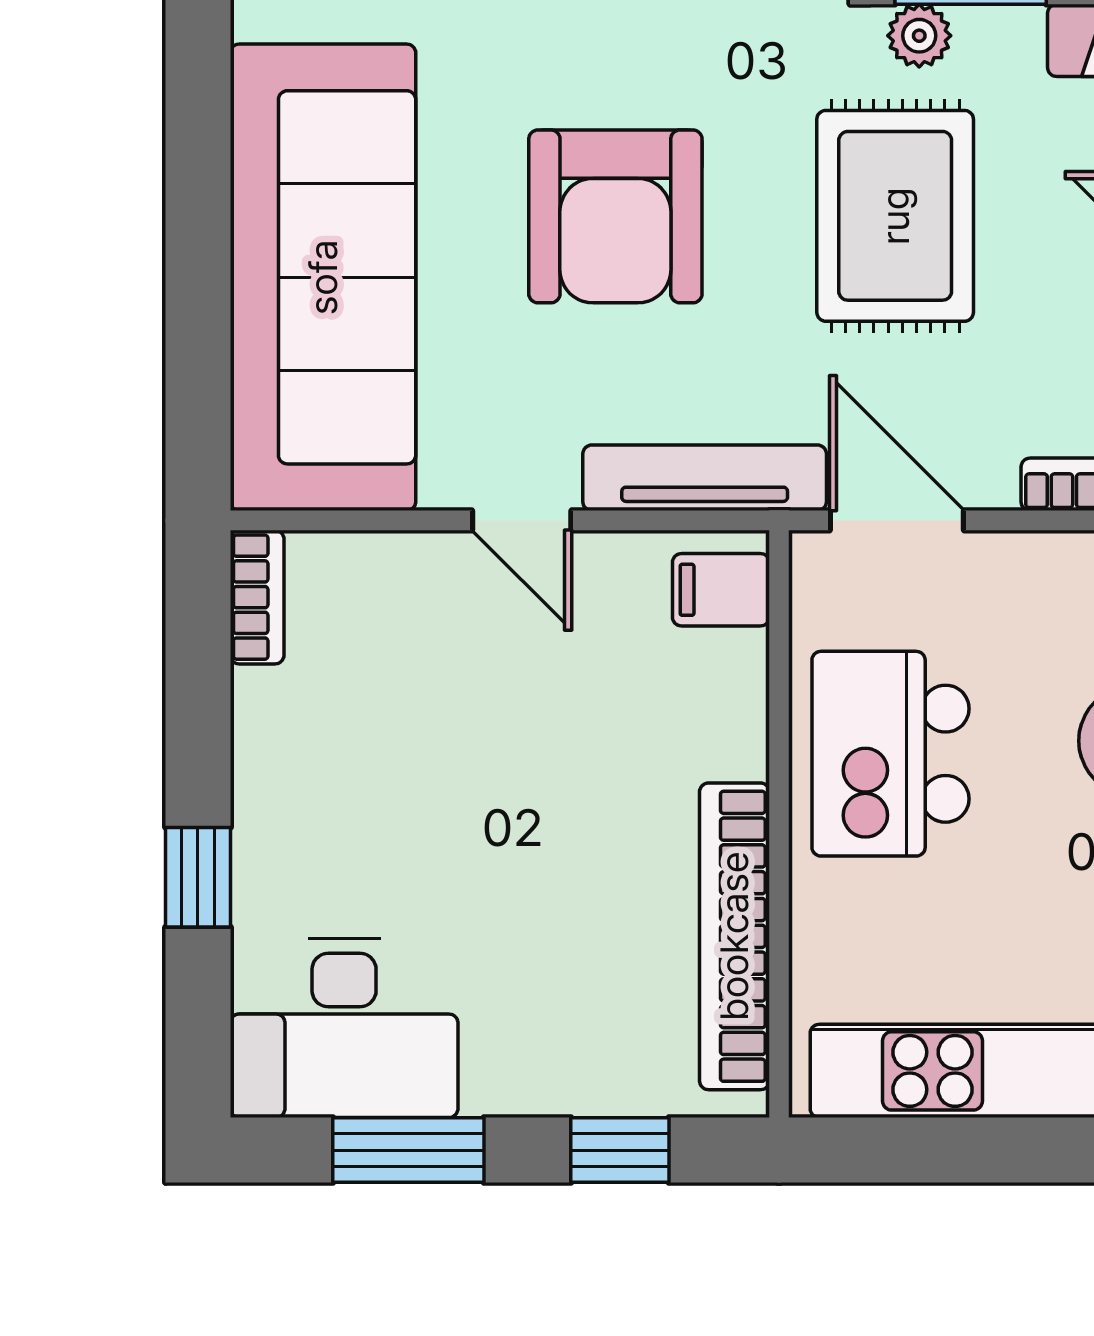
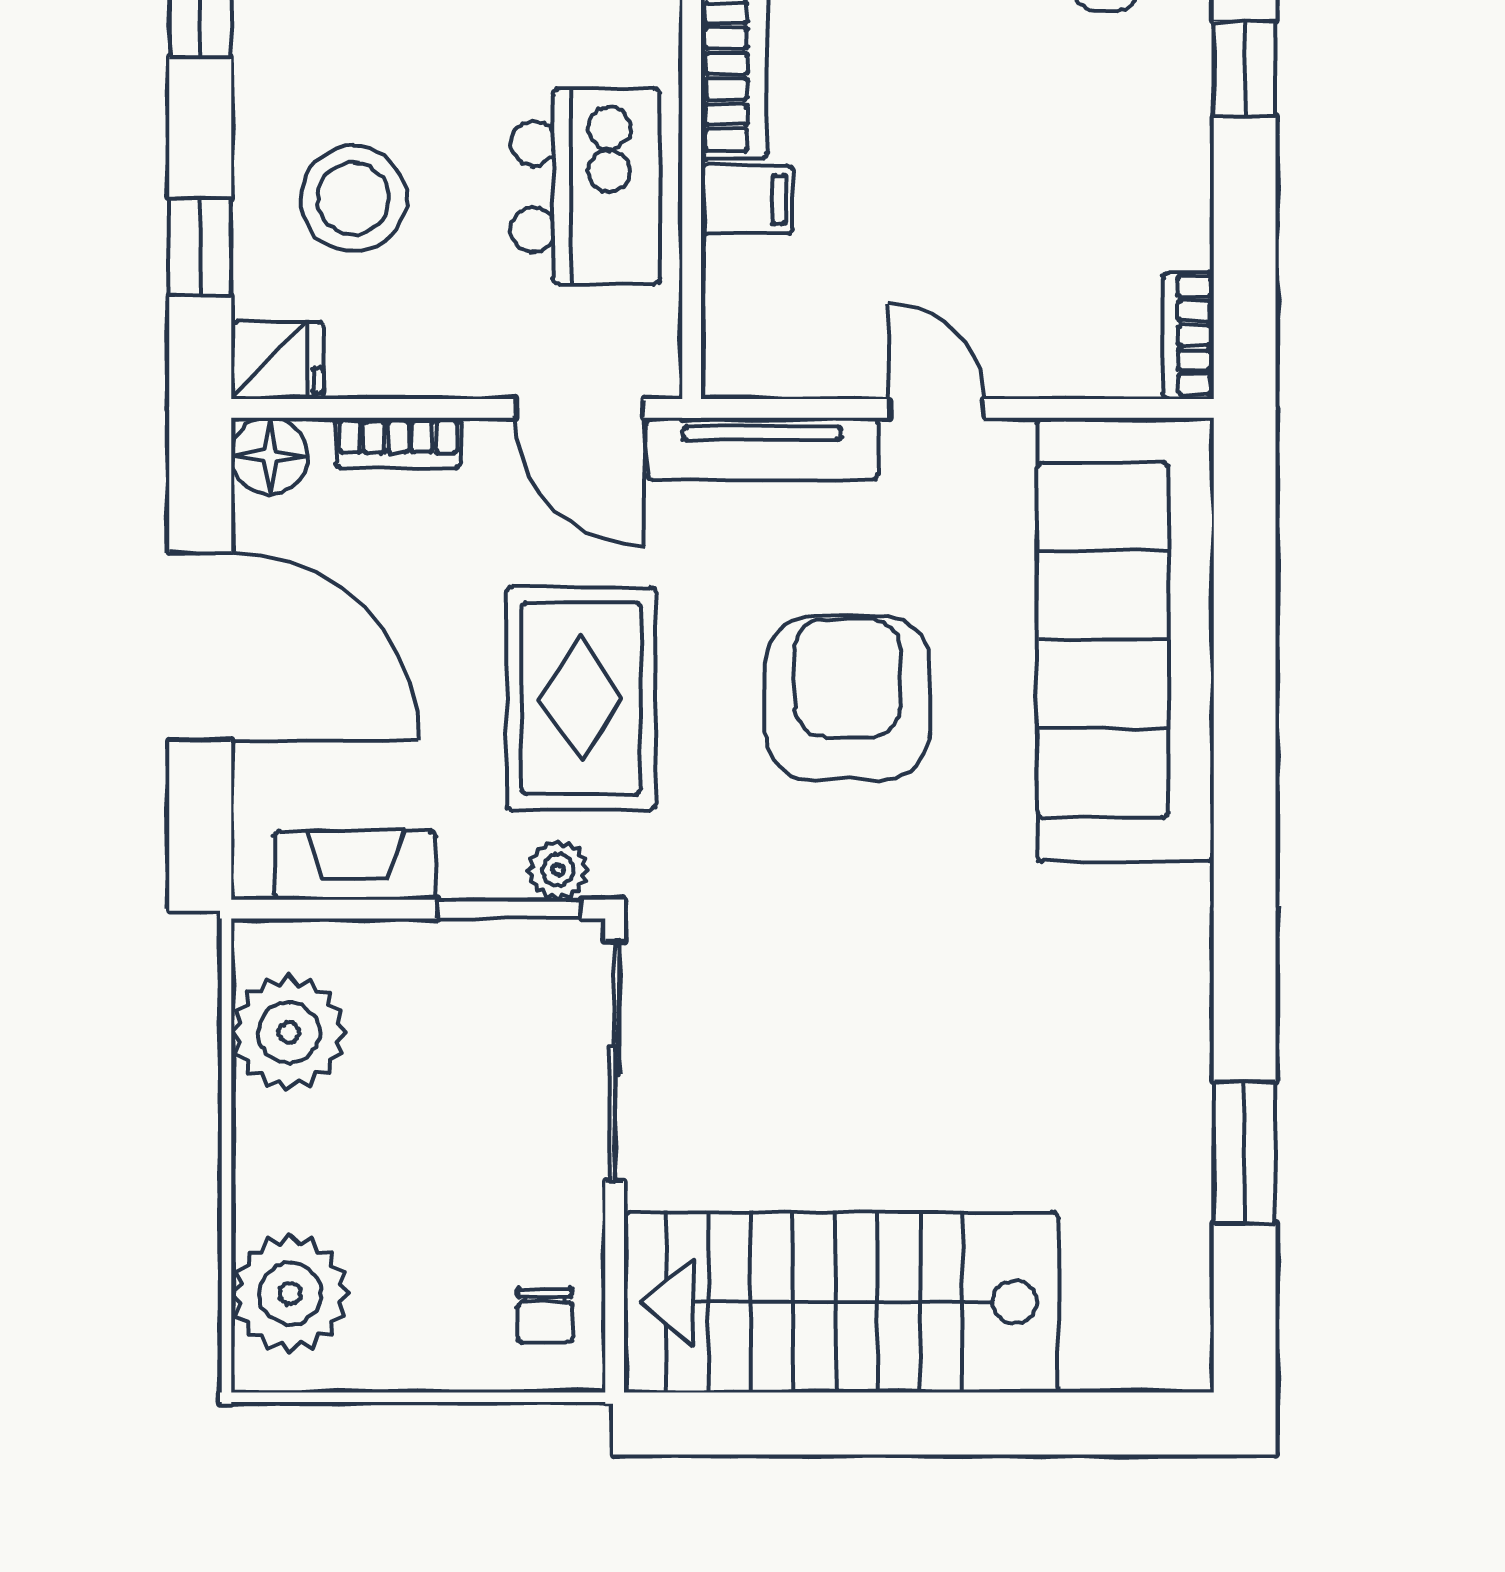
filing cabinet: (721, 590) -> (747, 199), moved

